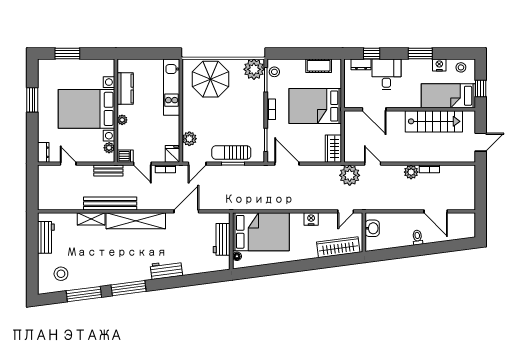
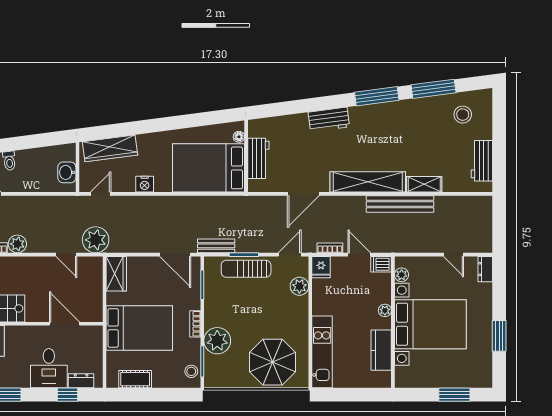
plant: (254, 69) -> (217, 341), moved
sun lounger: (231, 153) -> (246, 269), turned 180
bench: (108, 170) -> (216, 246), moved

